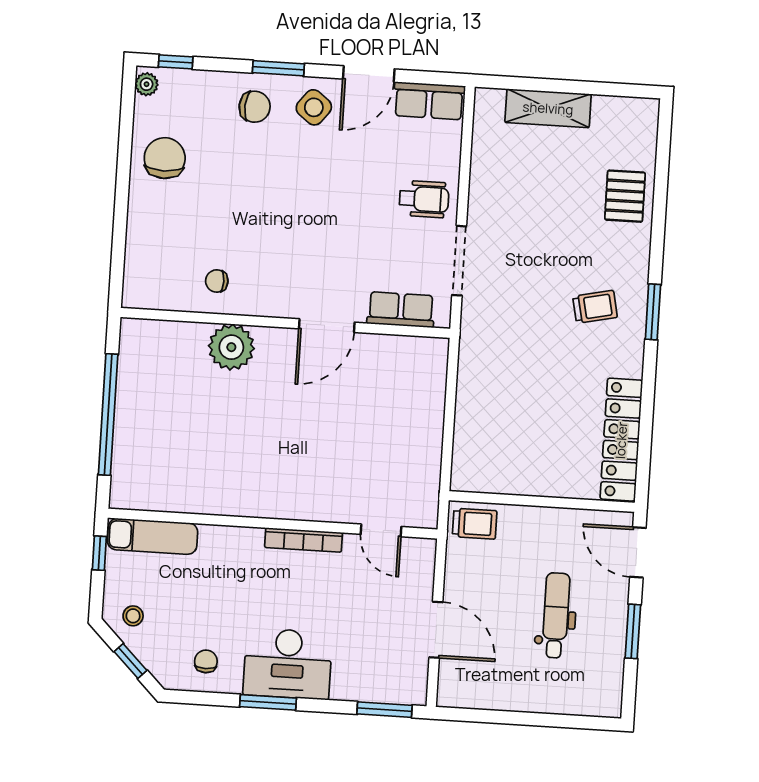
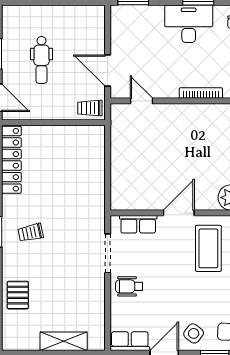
coffee table: (278, 258) -> (208, 248), added
bookcase: (304, 540) -> (201, 93), moved
door: (436, 630) -> (108, 70), moved

